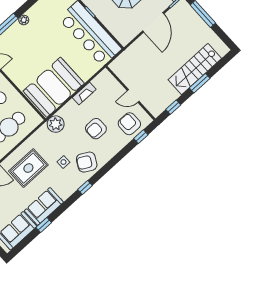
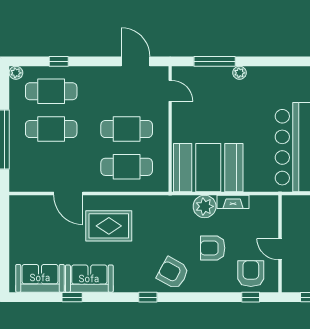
plant: (56, 124) -> (205, 206), moved
side table: (63, 162) -> (150, 252), removed

